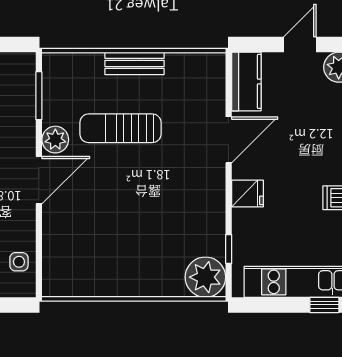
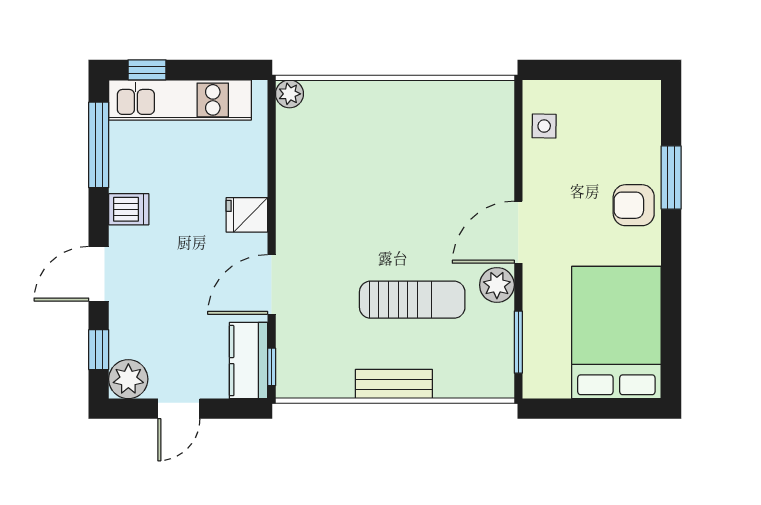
window: (229, 249) -> (272, 367), moved
plant: (205, 277) -> (289, 94), width x0.53, depth x0.53

